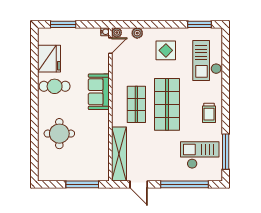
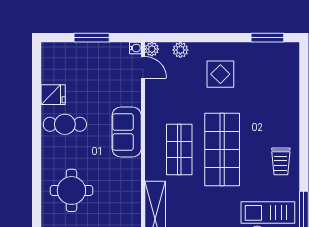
window: (63, 24) -> (92, 38), moved
door: (110, 46) -> (143, 67), hinge flipped
fridge: (49, 59) -> (53, 95), width x0.53, depth x0.75
checkout: (207, 61) -> (278, 88), removed

